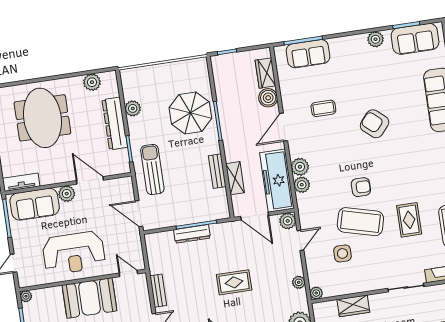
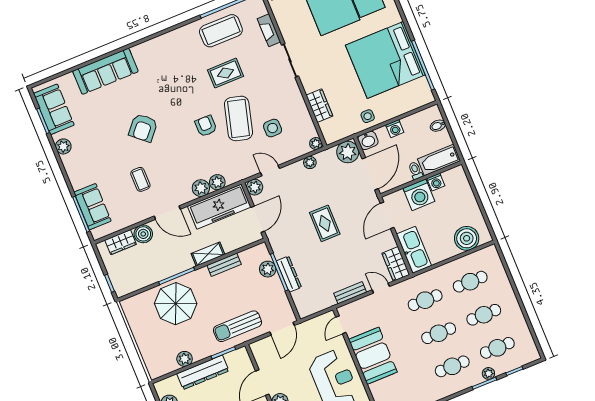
shelving: (235, 178) -> (208, 254), moved
plant: (202, 214) -> (268, 269), added

